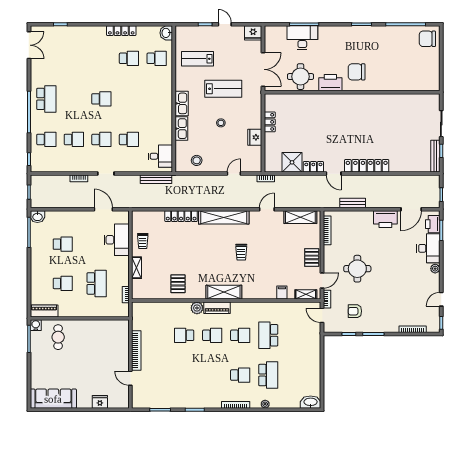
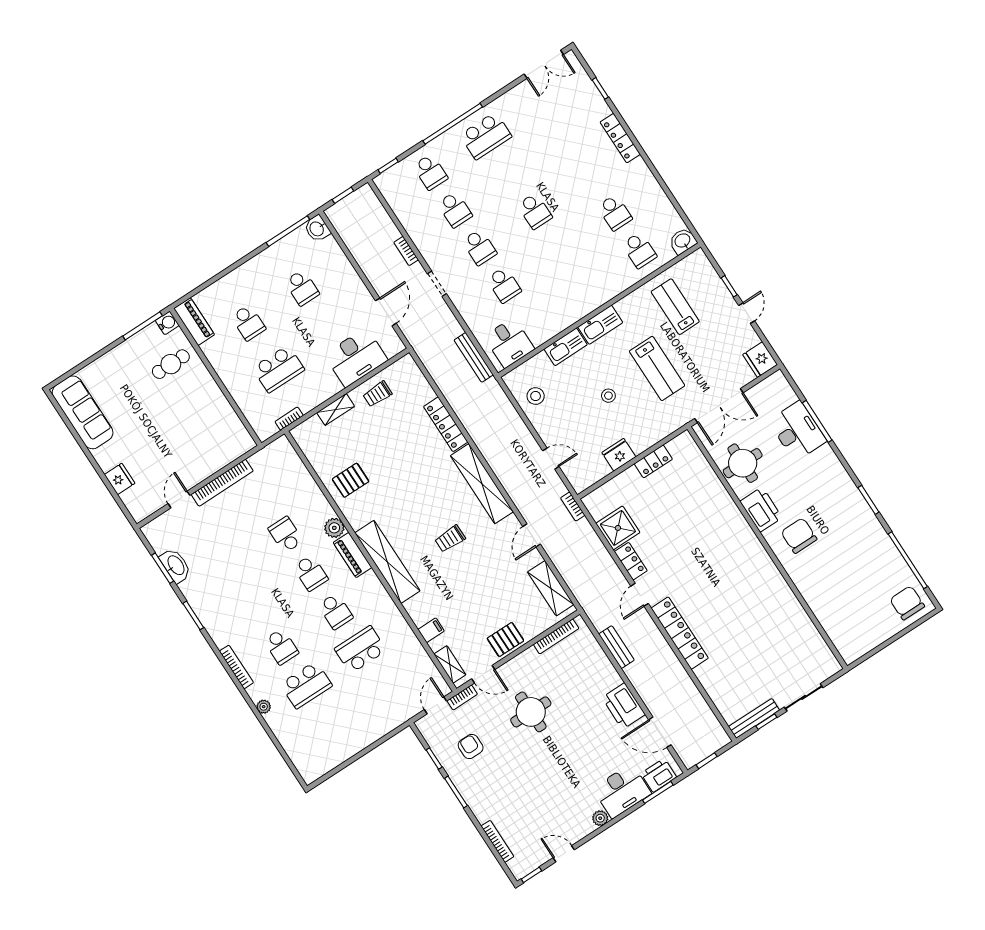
locker: (121, 31) -> (620, 138), moved
door: (267, 209) -> (532, 535), swing flipped
shelving: (224, 292) -> (387, 562), width x1.47
washbasin: (311, 402) -> (175, 566), moved

